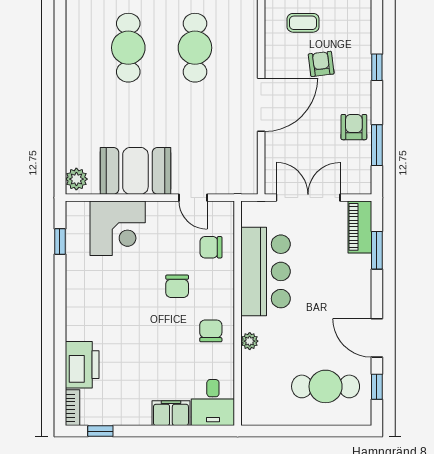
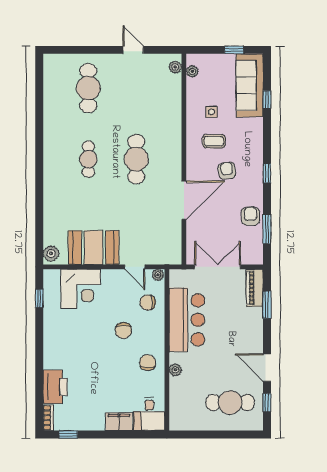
cafe table: (128, 48) -> (88, 159), width x0.73, depth x0.74
plant: (225, 209) -> (158, 275), added

